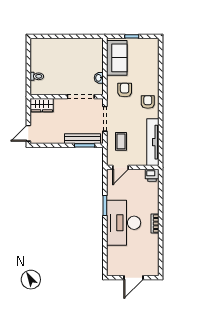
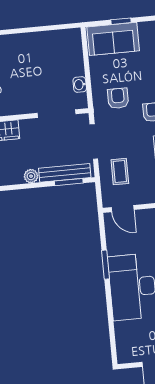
sofa: (117, 58) -> (113, 39), moved, turned 90
plant: (59, 139) -> (31, 176), added
door: (121, 167) -> (123, 209), hinge flipped

